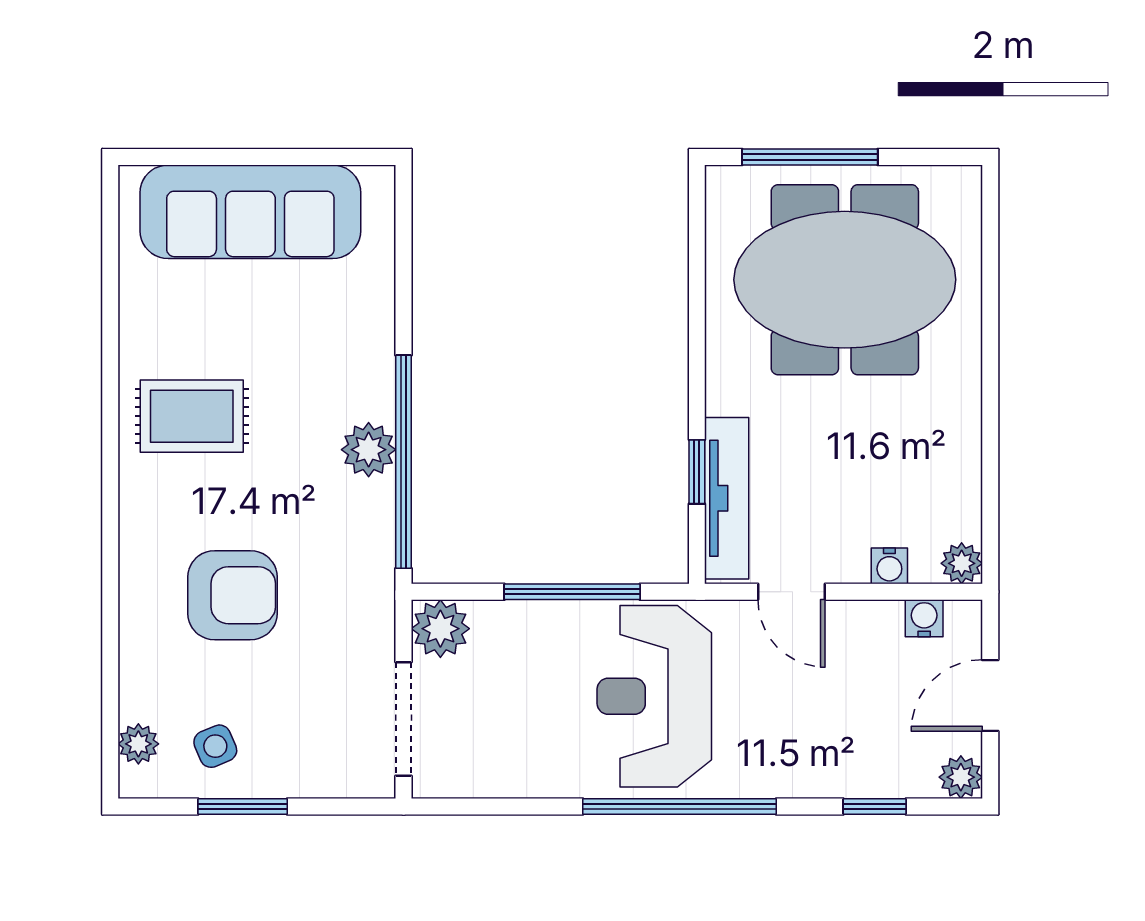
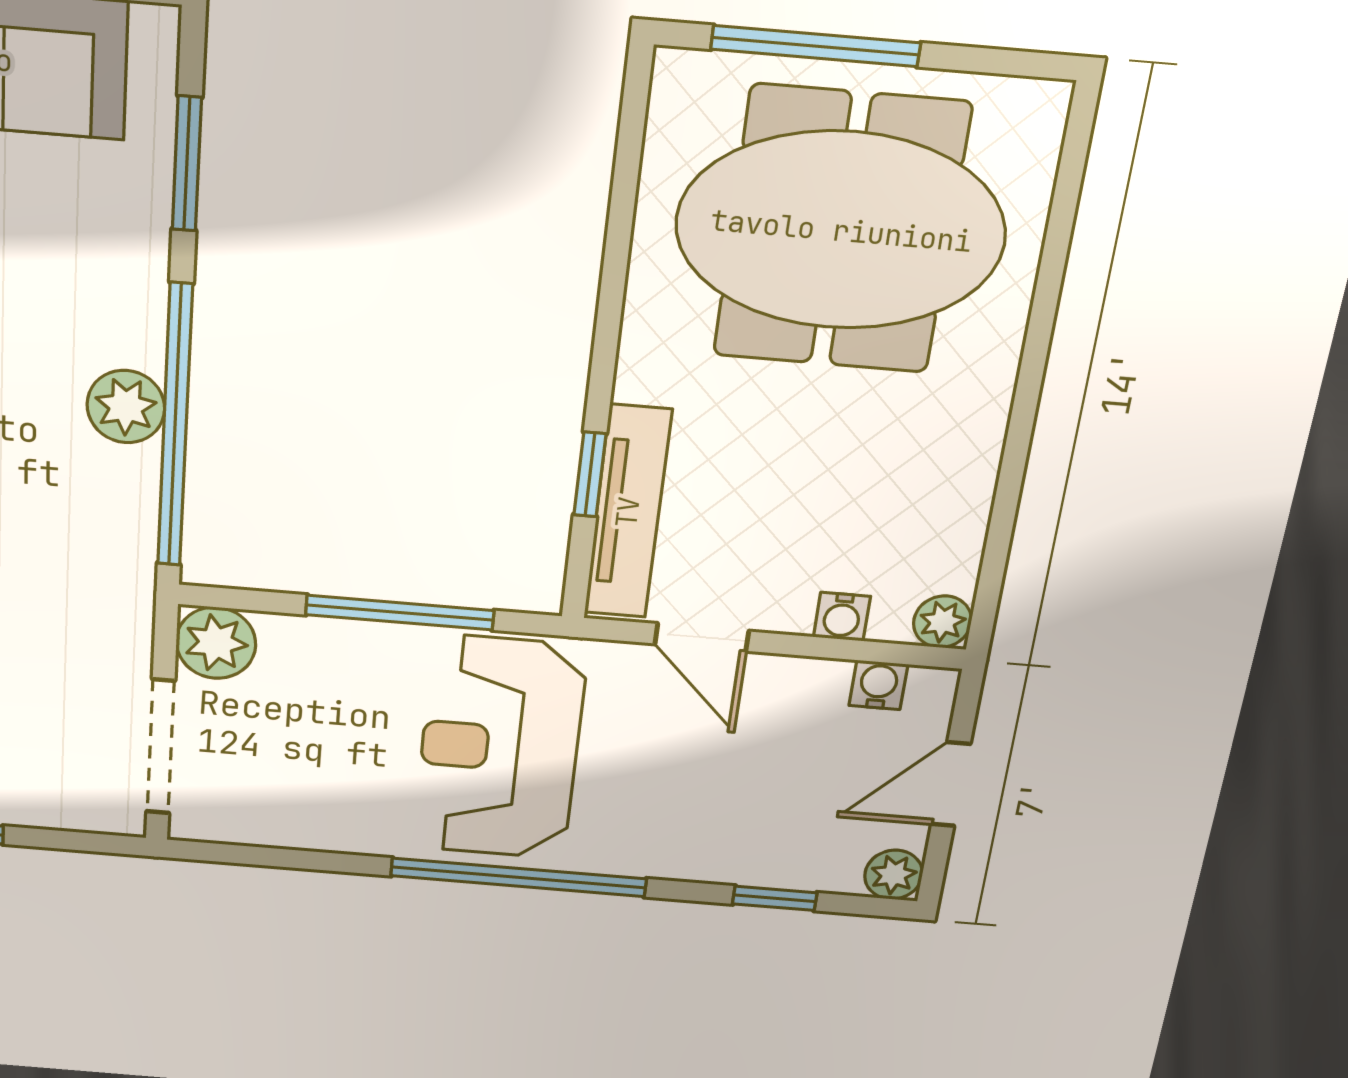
window: (404, 271) -> (187, 164), added

